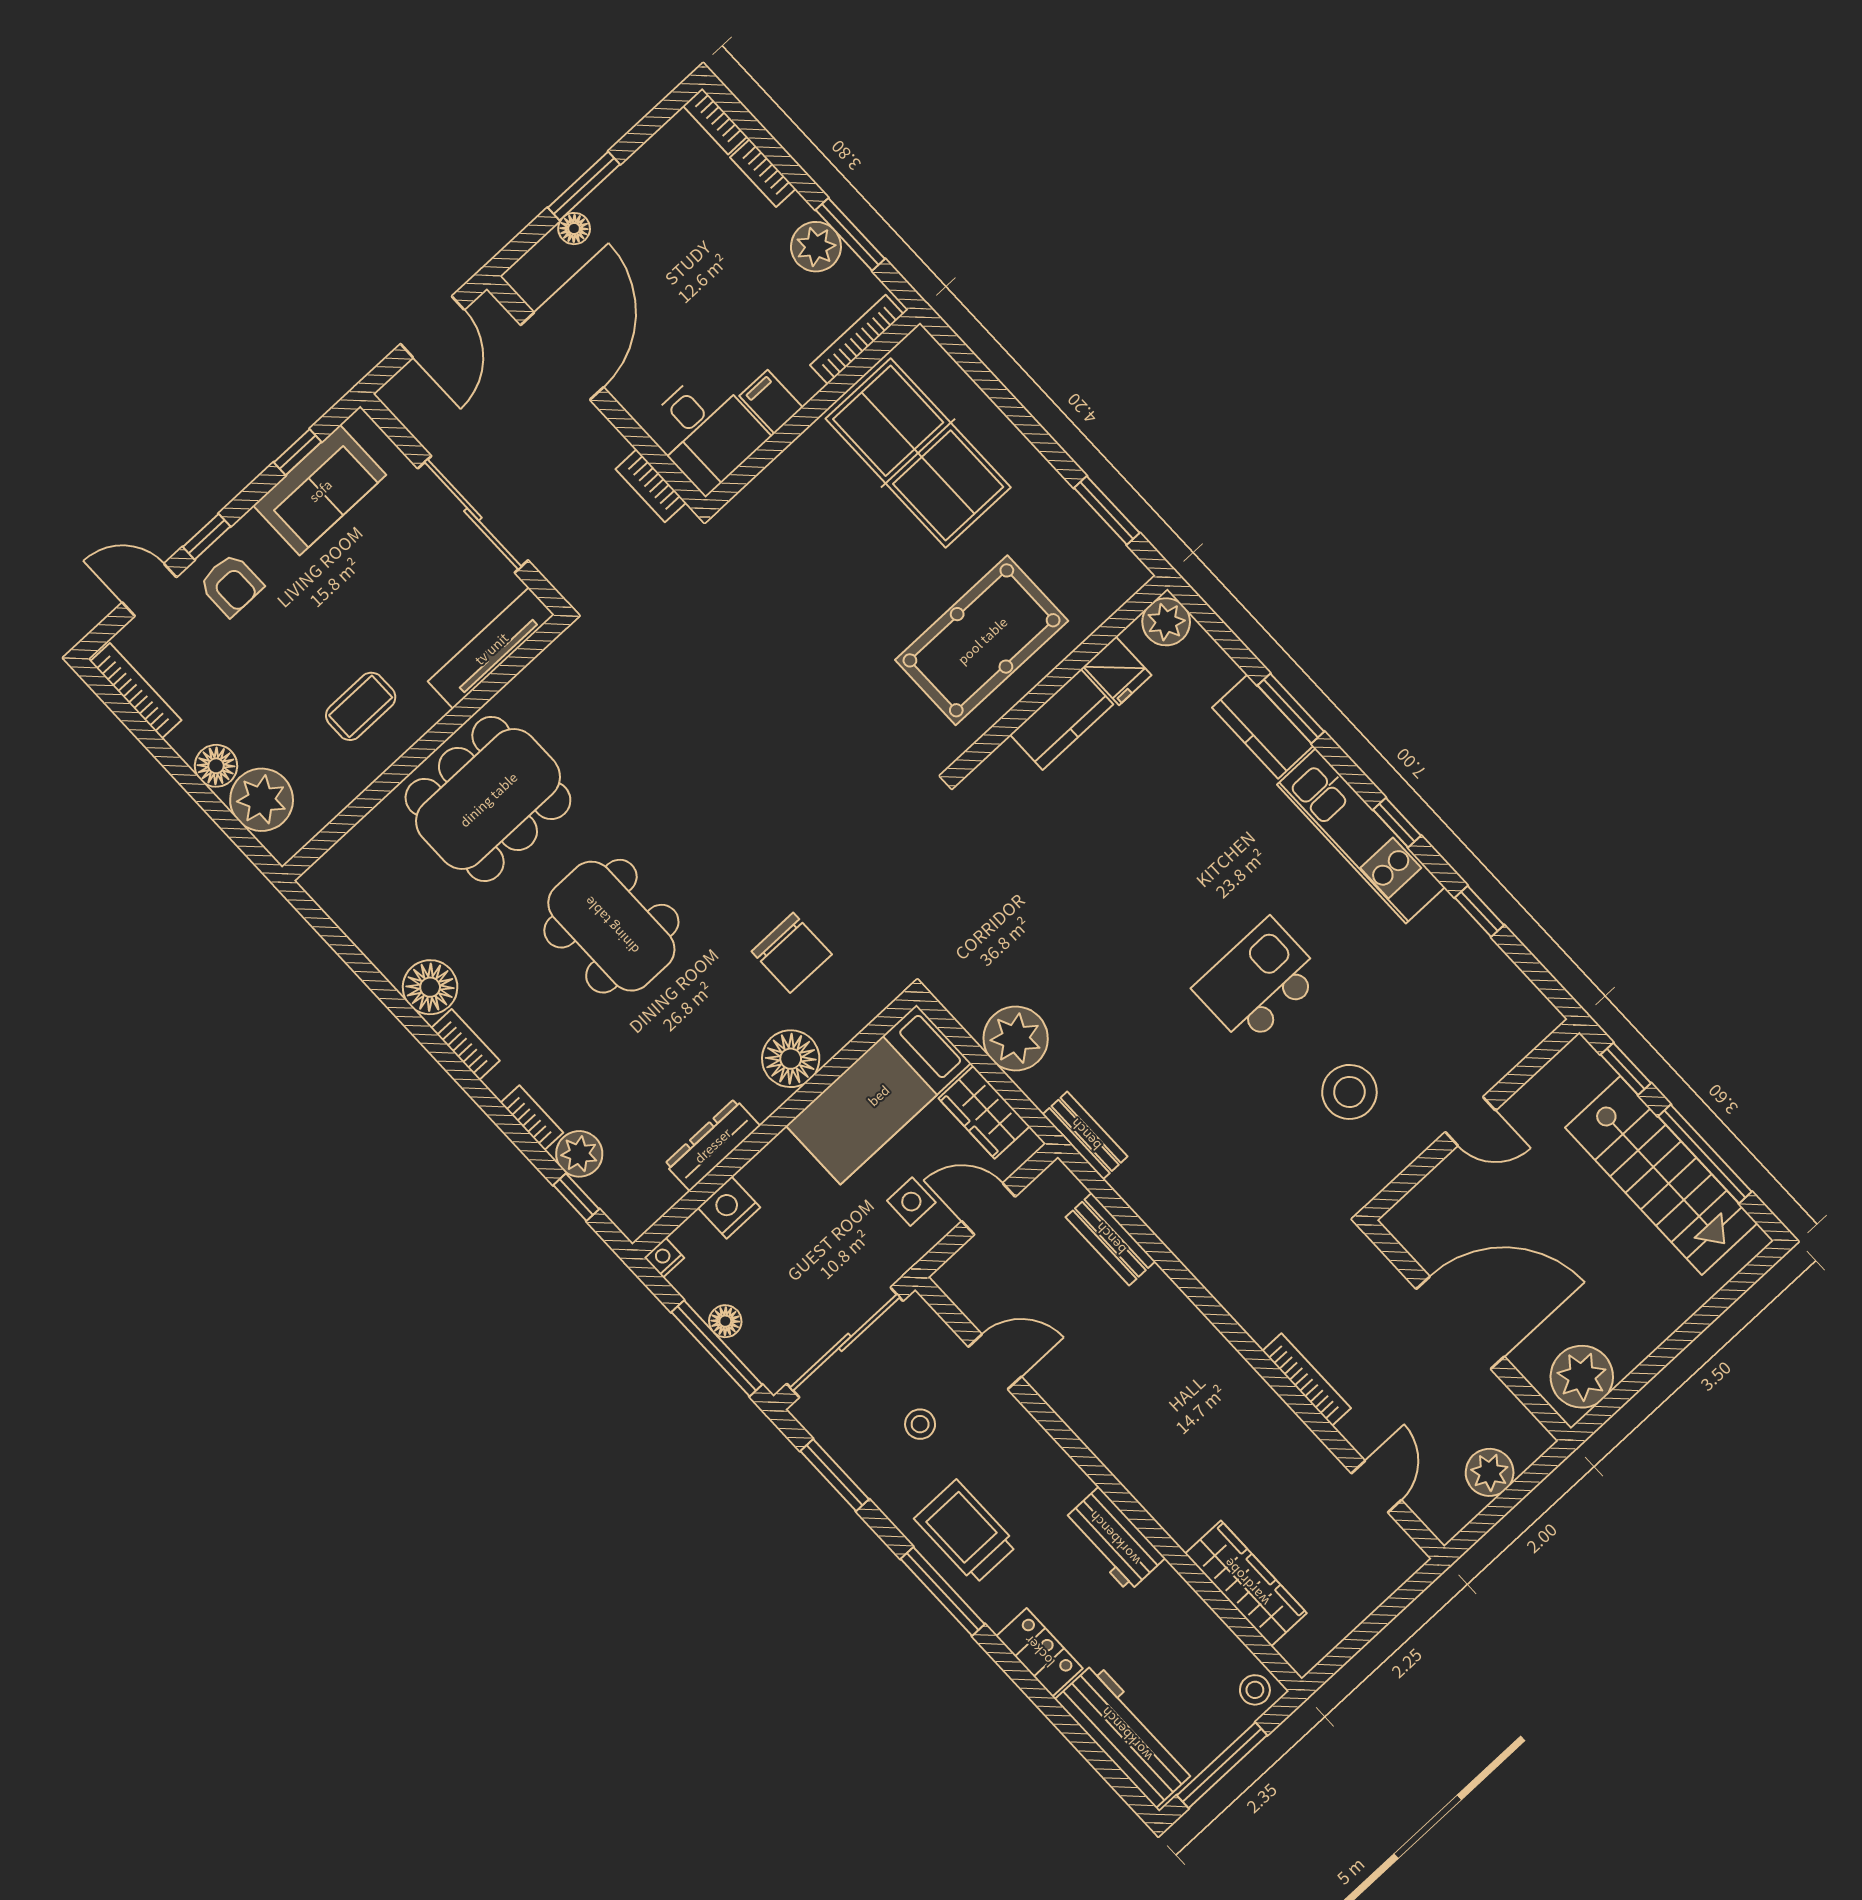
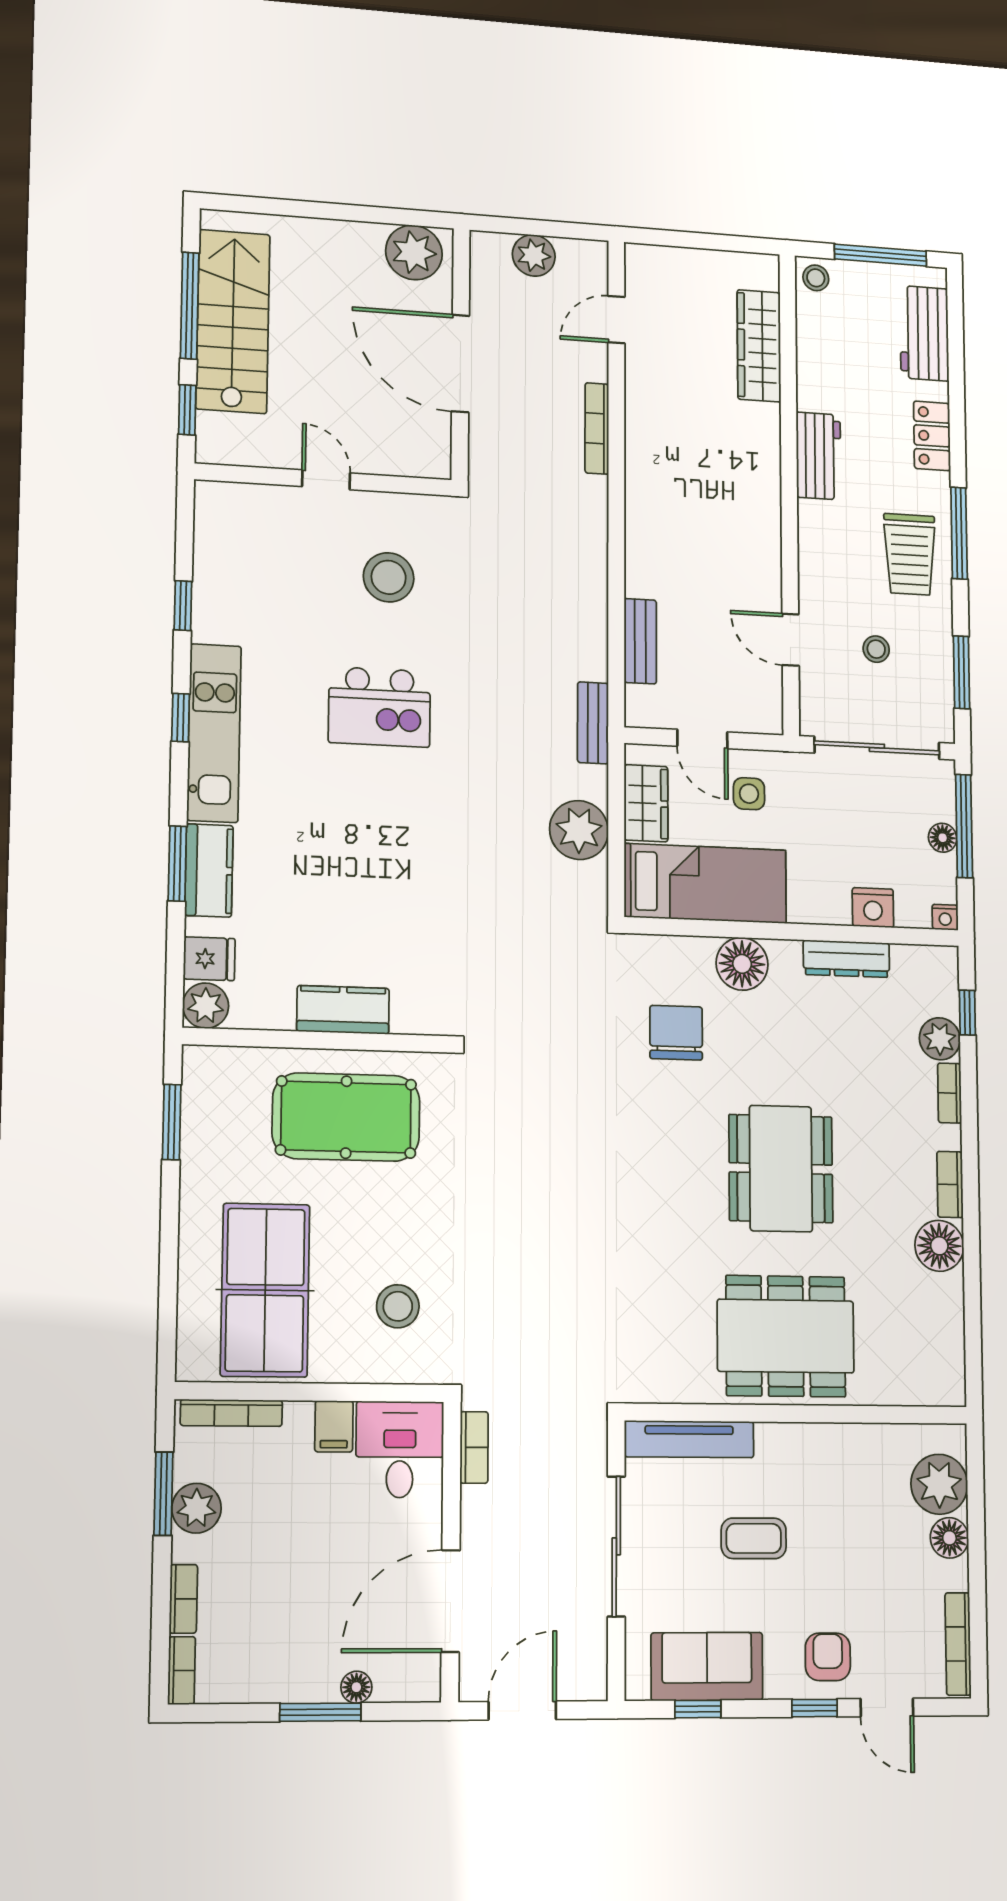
stool: (808, 536) -> (398, 1306), added
fridge: (1117, 671) -> (209, 959), moved, turned 90
coffee table: (361, 706) -> (754, 1538), moved
workbench: (1126, 1735) -> (924, 333), width x0.73

